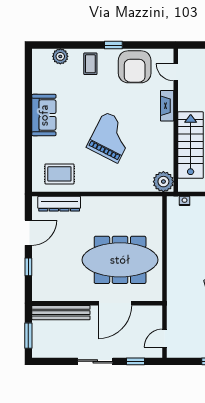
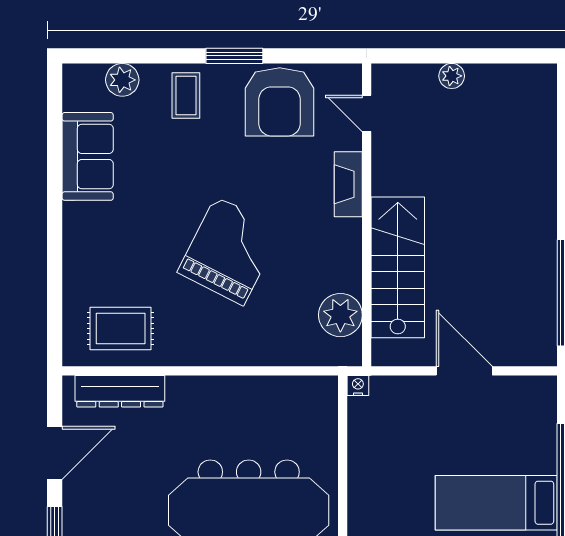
window: (113, 45) -> (234, 56), width x1.50
sofa: (44, 115) -> (88, 156), moved
plant: (163, 182) -> (340, 315), moved
nightstand: (185, 201) -> (358, 386), moved

